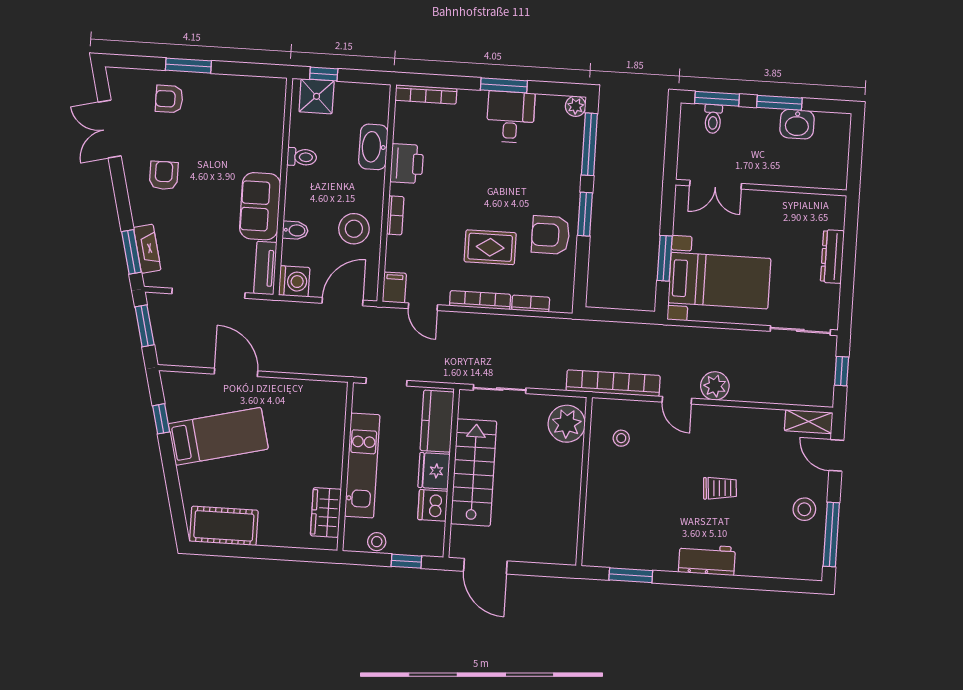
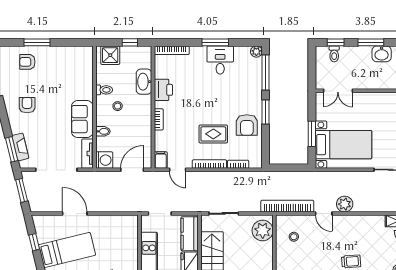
window: (324, 74) -> (130, 42), moved
window: (717, 99) -> (336, 42), width x0.67
stool: (354, 229) -> (118, 106), moved, width x0.53, depth x0.53
armchair: (551, 235) -> (247, 125), turned -90

